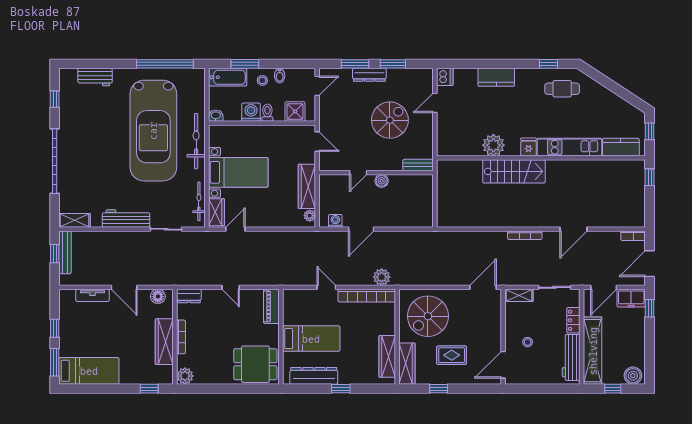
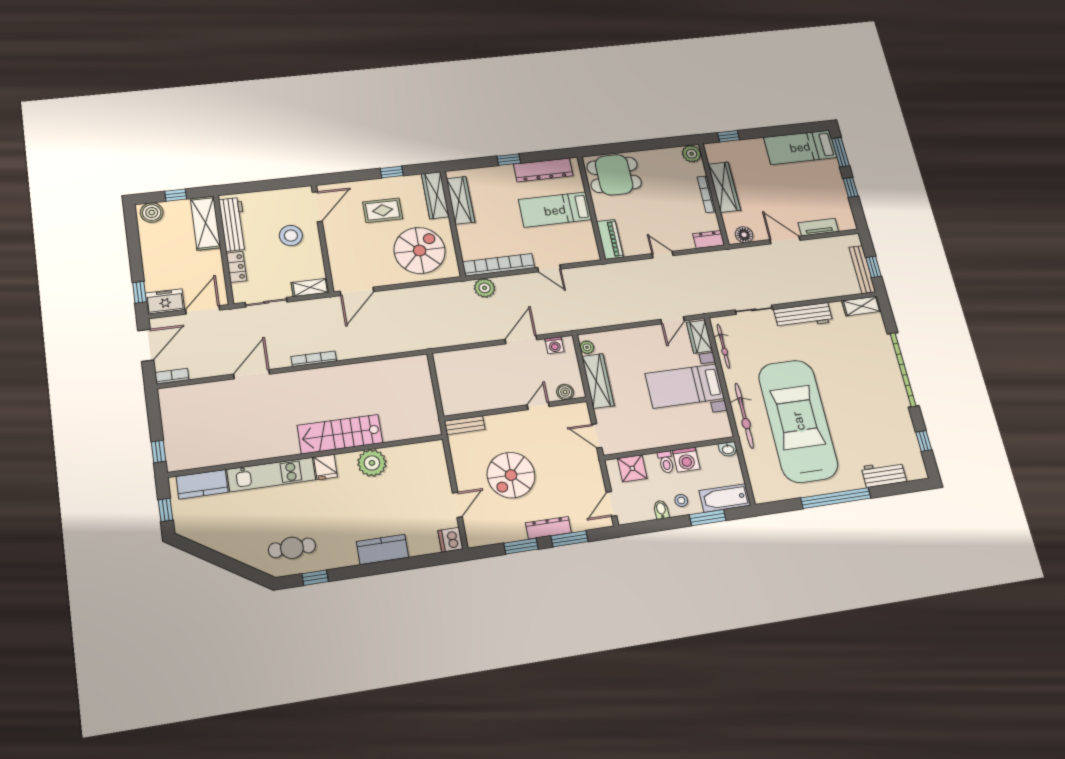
window: (165, 64) -> (836, 498), moved
boiler: (382, 181) -> (565, 392), moved
stool: (528, 342) -> (291, 236), width x1.89, depth x1.89
shelving: (593, 351) -> (205, 223), width x0.68

